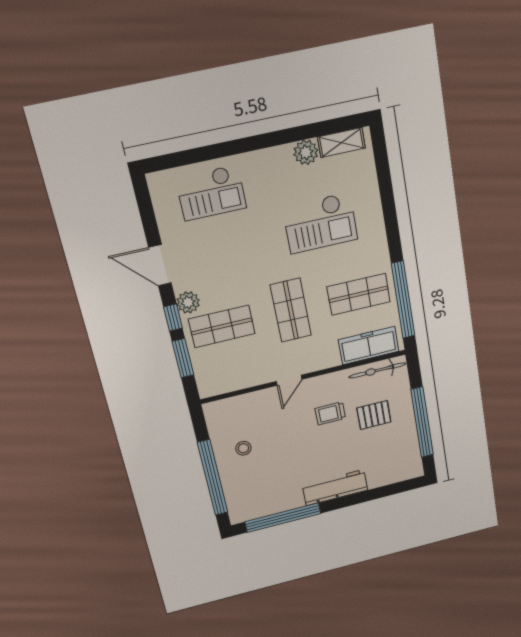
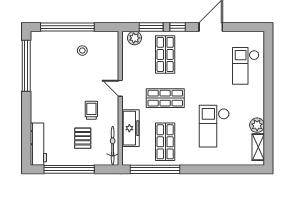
plant: (188, 302) -> (135, 38), moved
freezer: (369, 345) -> (131, 128), moved
workbench: (335, 488) -> (38, 144), moved

